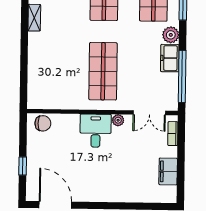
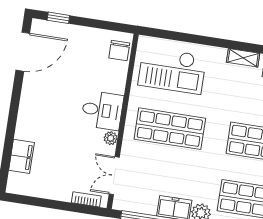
checkout: (53, 76) -> (172, 70), added
window: (23, 166) -> (58, 18), moved
filing cabinet: (168, 171) -> (21, 156), moved, turned 90

